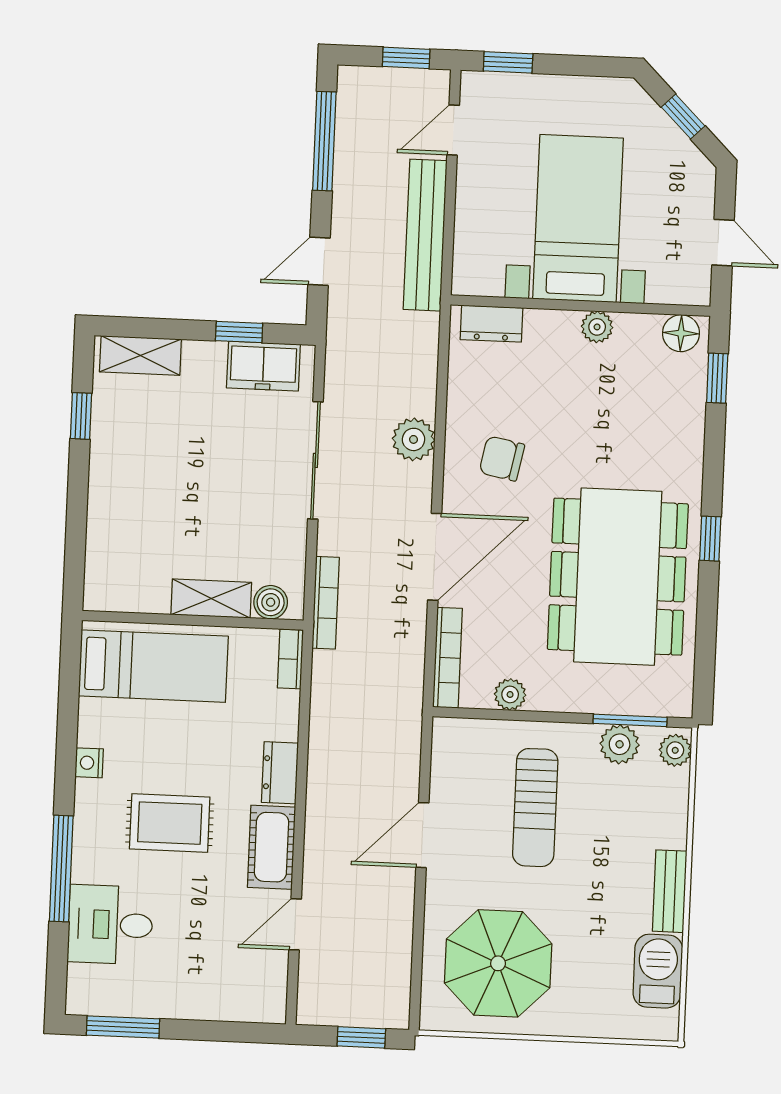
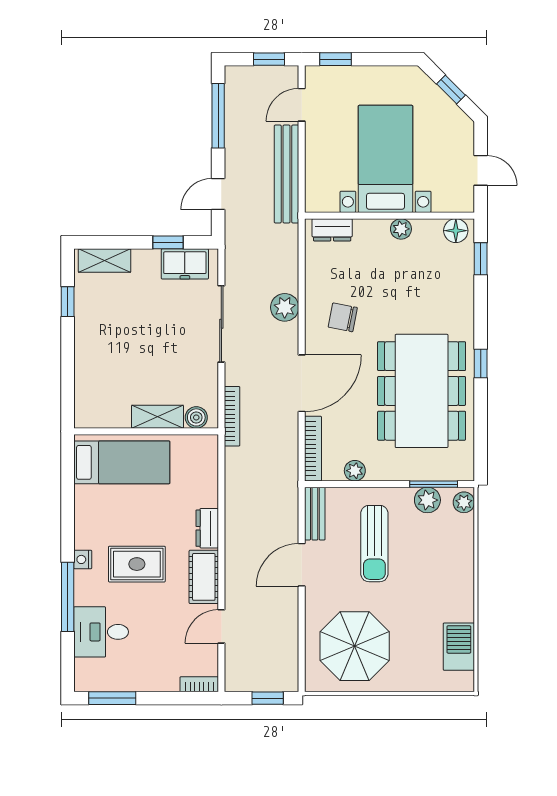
bookcase: (290, 659) -> (199, 684), moved, turned 90
nightstand: (89, 763) -> (83, 559), moved
bench: (670, 891) -> (315, 514), moved

